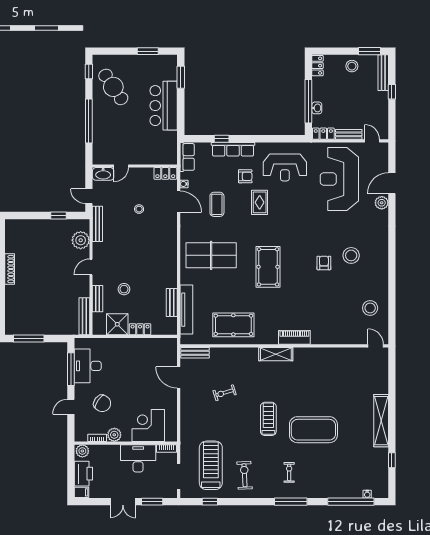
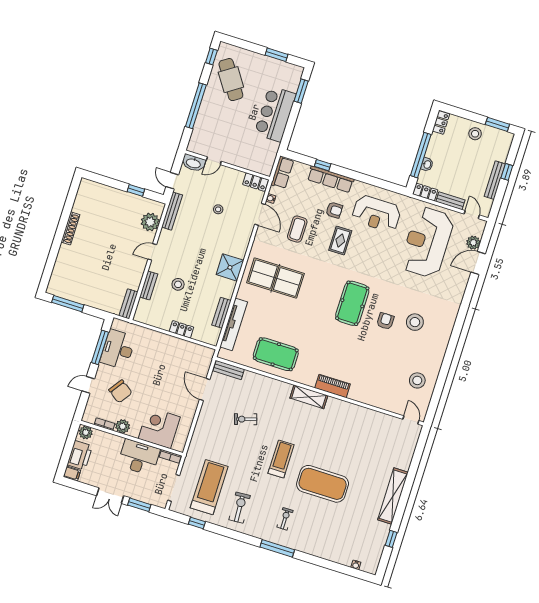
bench: (383, 73) -> (495, 180), moved
plant: (382, 203) -> (473, 243), moved
pool table: (268, 267) -> (352, 303), moved
bench: (84, 316) -> (128, 304), width x0.73
shower: (117, 324) -> (230, 267), moved
window: (351, 502) -> (337, 567), removed

